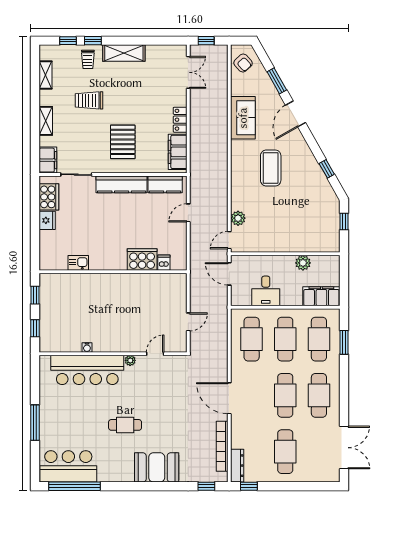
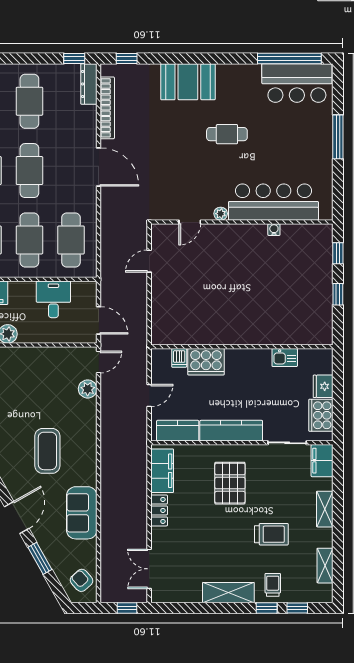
cooker: (142, 259) -> (206, 362), moved
kitchen sink: (78, 263) -> (285, 358), moved
dishwasher: (164, 263) -> (179, 358), moved
wall: (113, 272) -> (242, 347), moved

